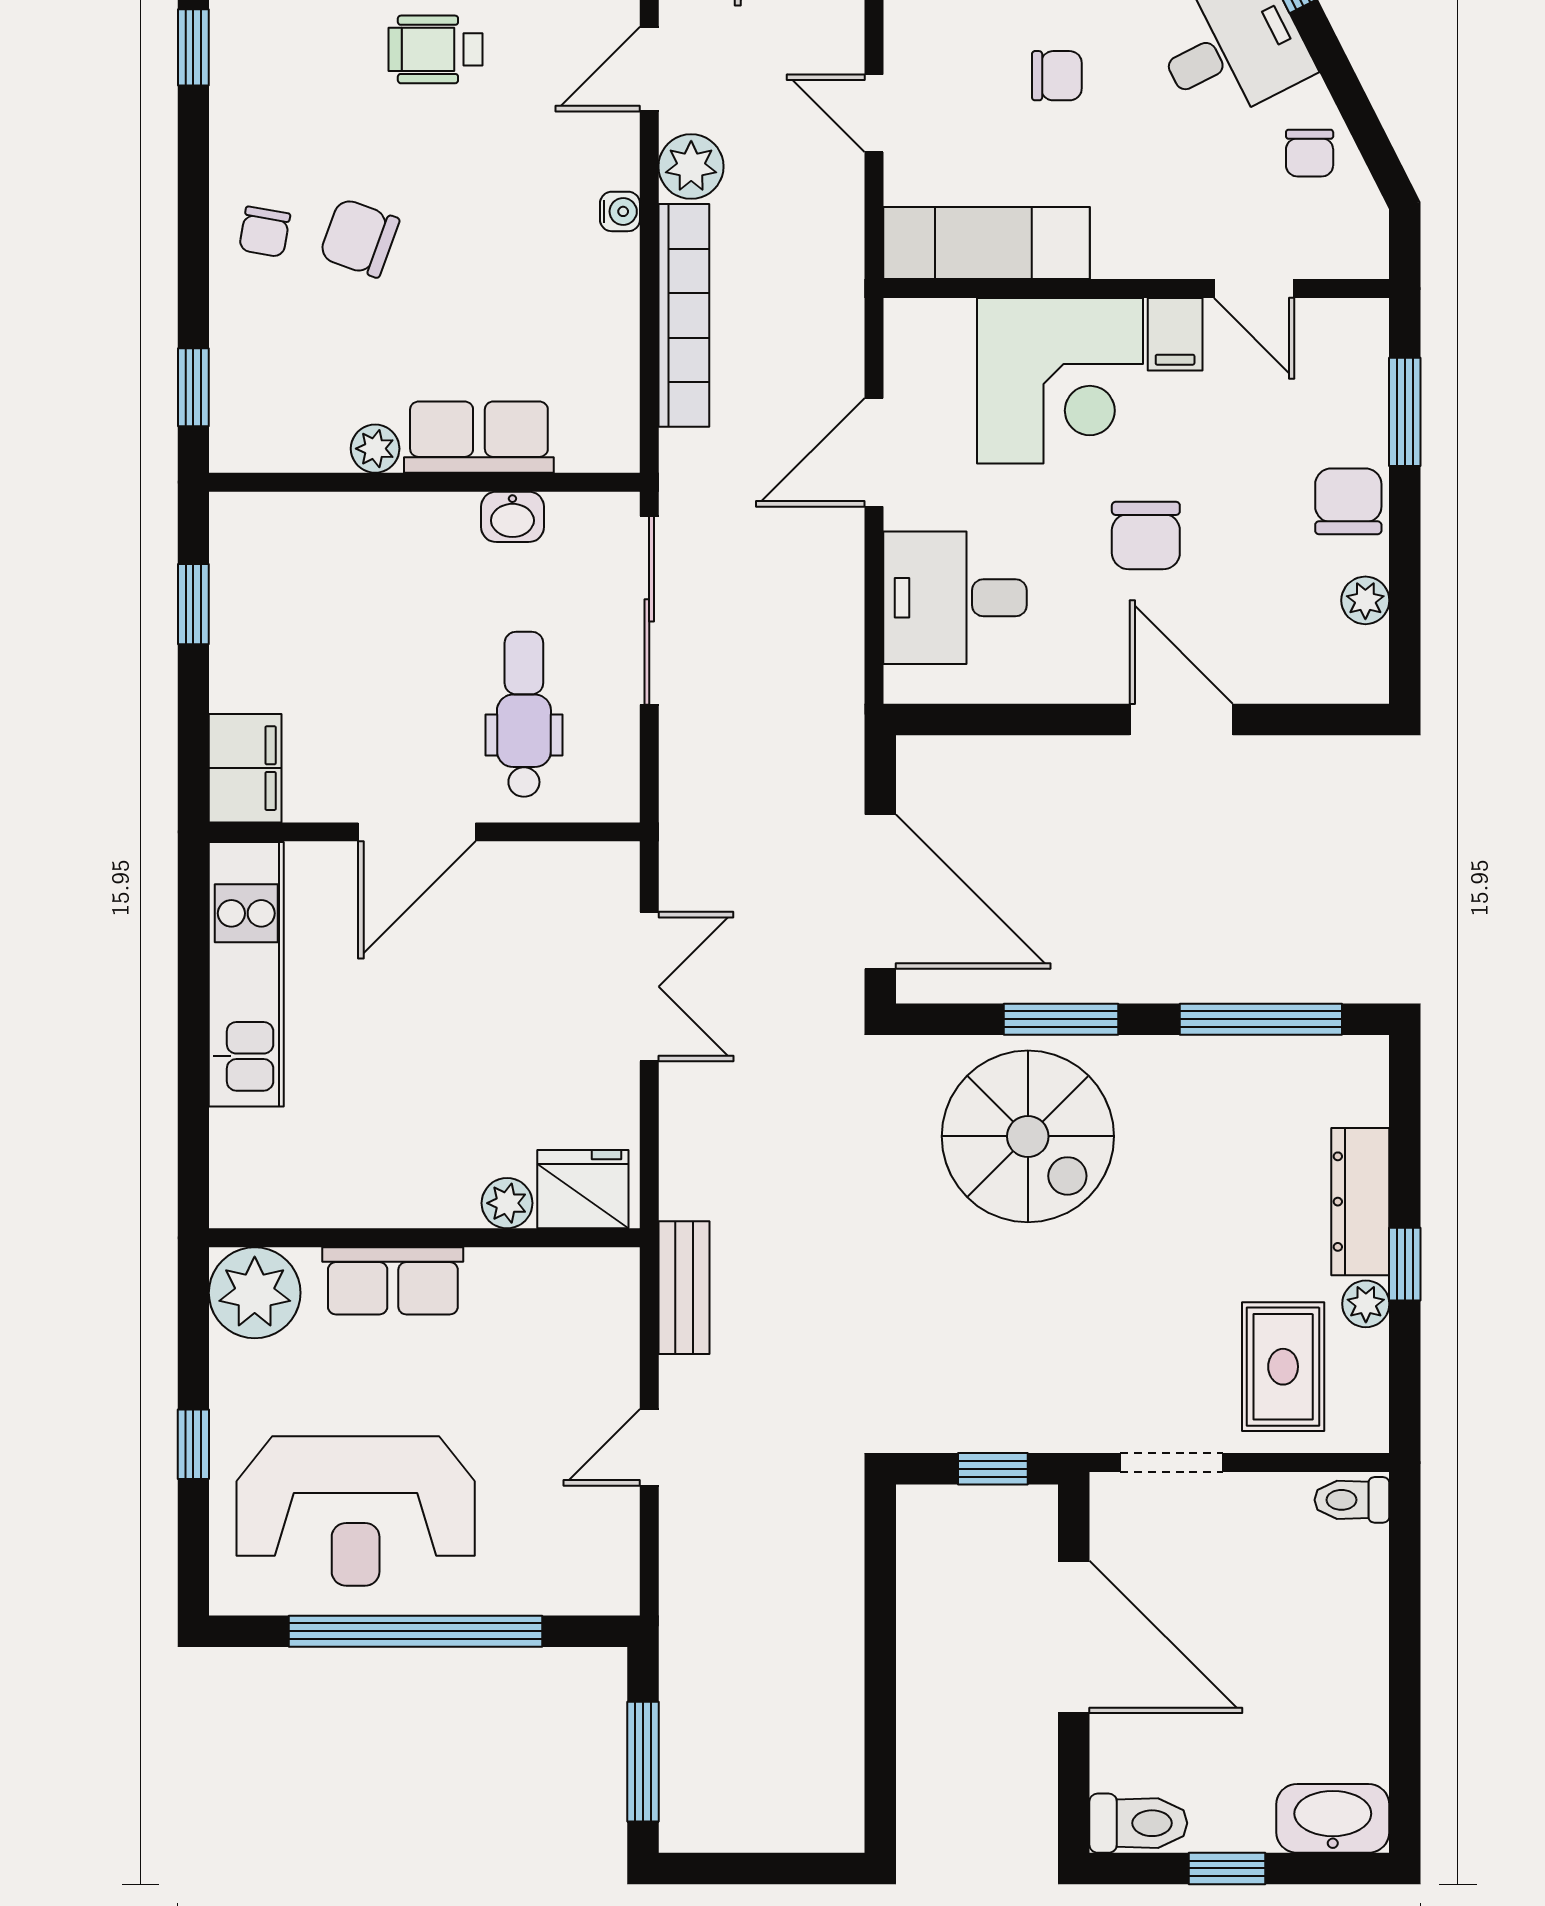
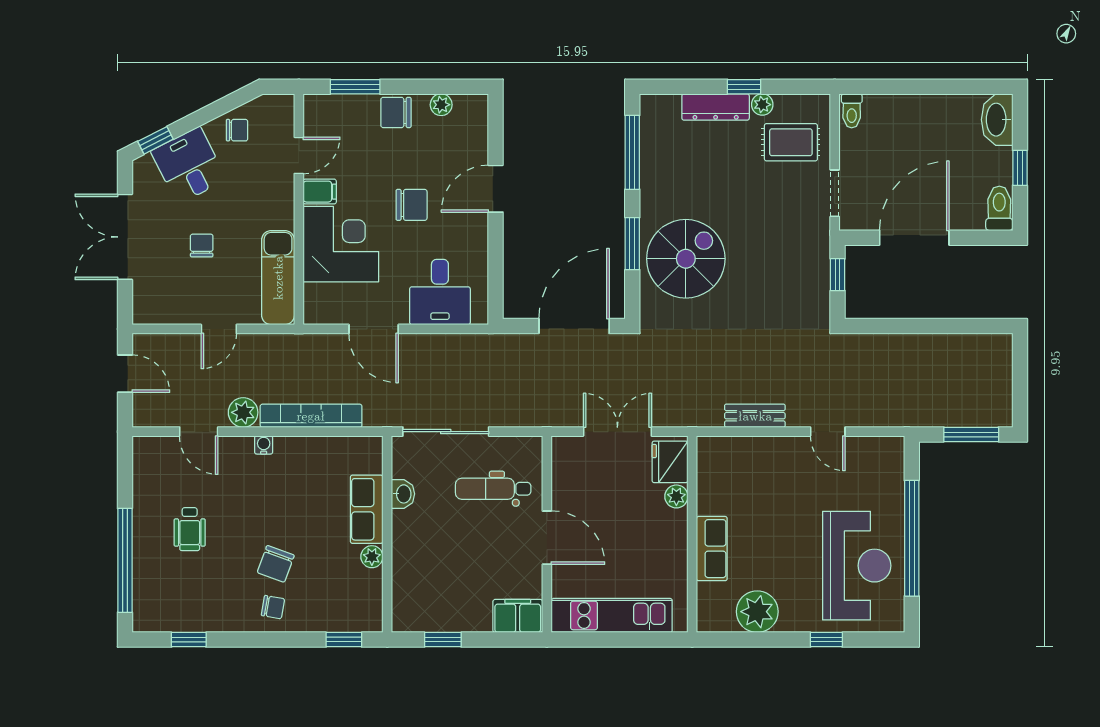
fridge: (583, 1189) -> (670, 462), moved
plant: (507, 1203) -> (676, 496), moved
wall: (424, 1238) -> (692, 534), moved
row of seats: (393, 1281) -> (712, 549), moved

